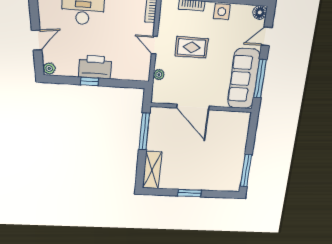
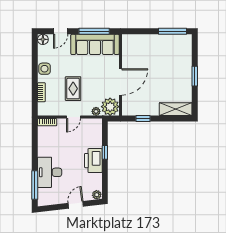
door: (267, 36) -> (61, 31), hinge flipped
door: (37, 40) -> (76, 205), hinge flipped
window: (89, 81) -> (105, 152), moved
plant: (163, 93) -> (110, 107), added
window: (144, 131) -> (143, 119), width x0.46

